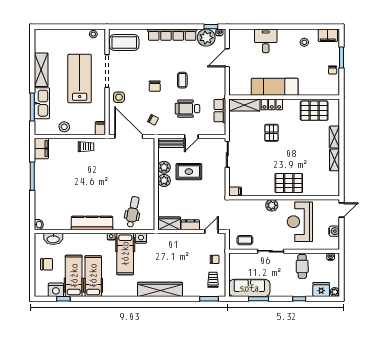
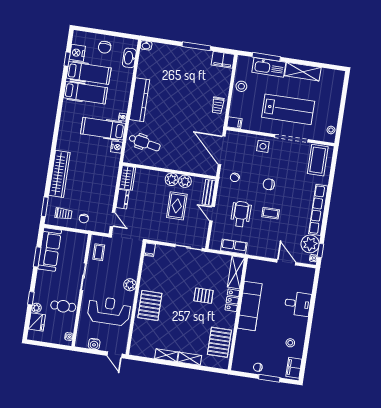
door: (129, 136) -> (222, 150), swing flipped
wardrobe: (160, 289) -> (59, 174), moved
plant: (335, 292) -> (36, 308), moved

